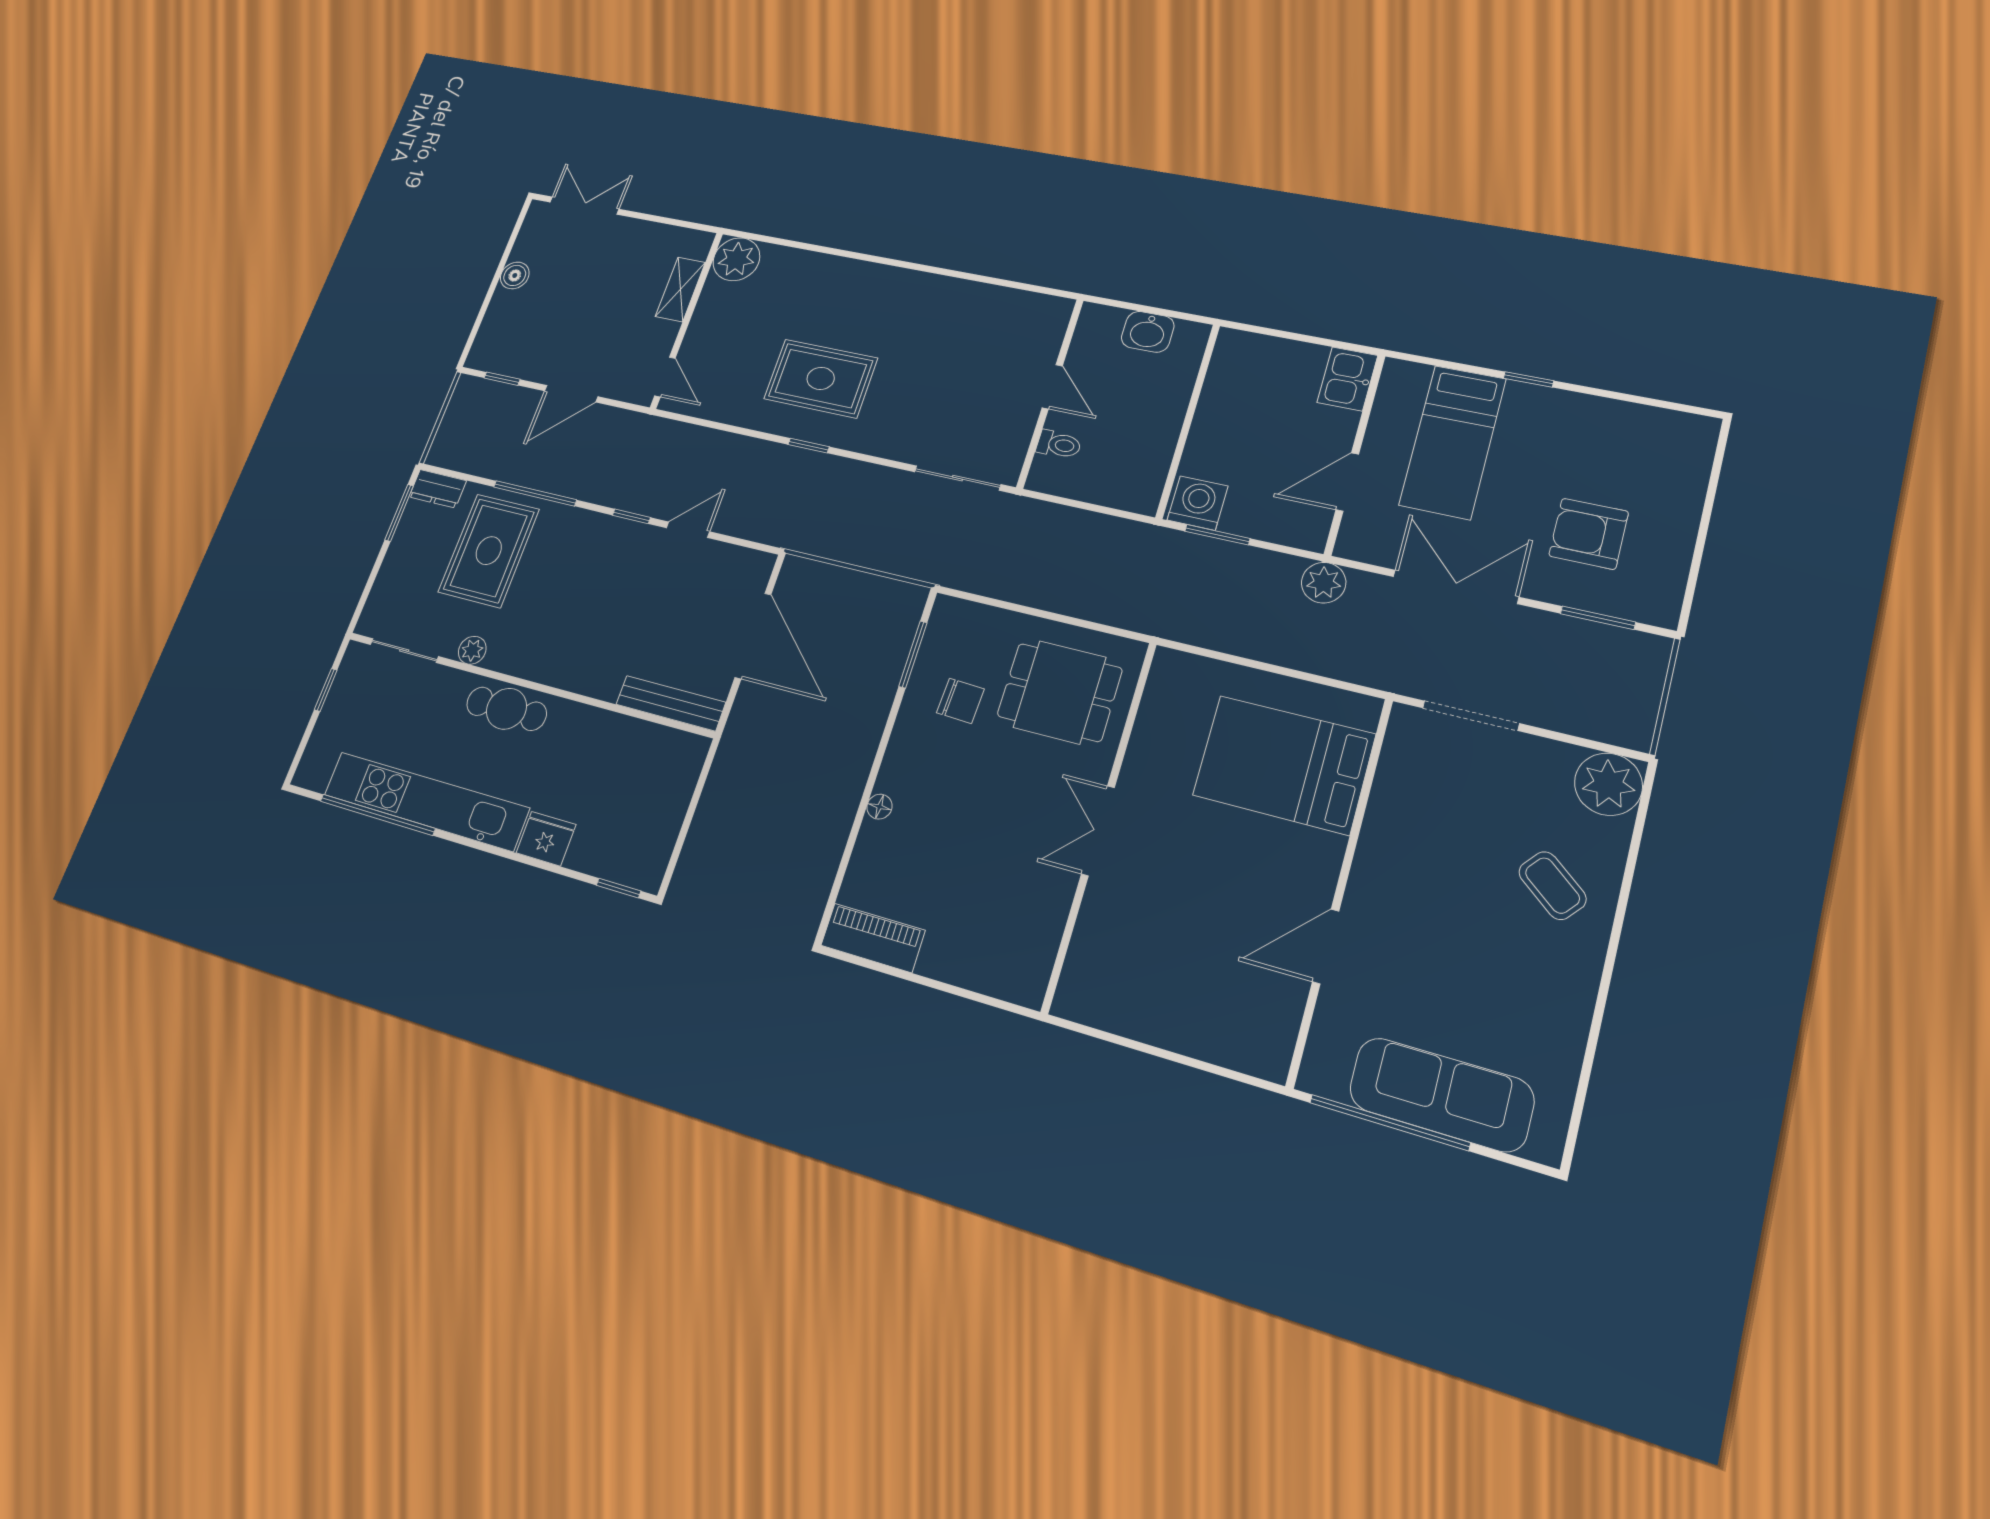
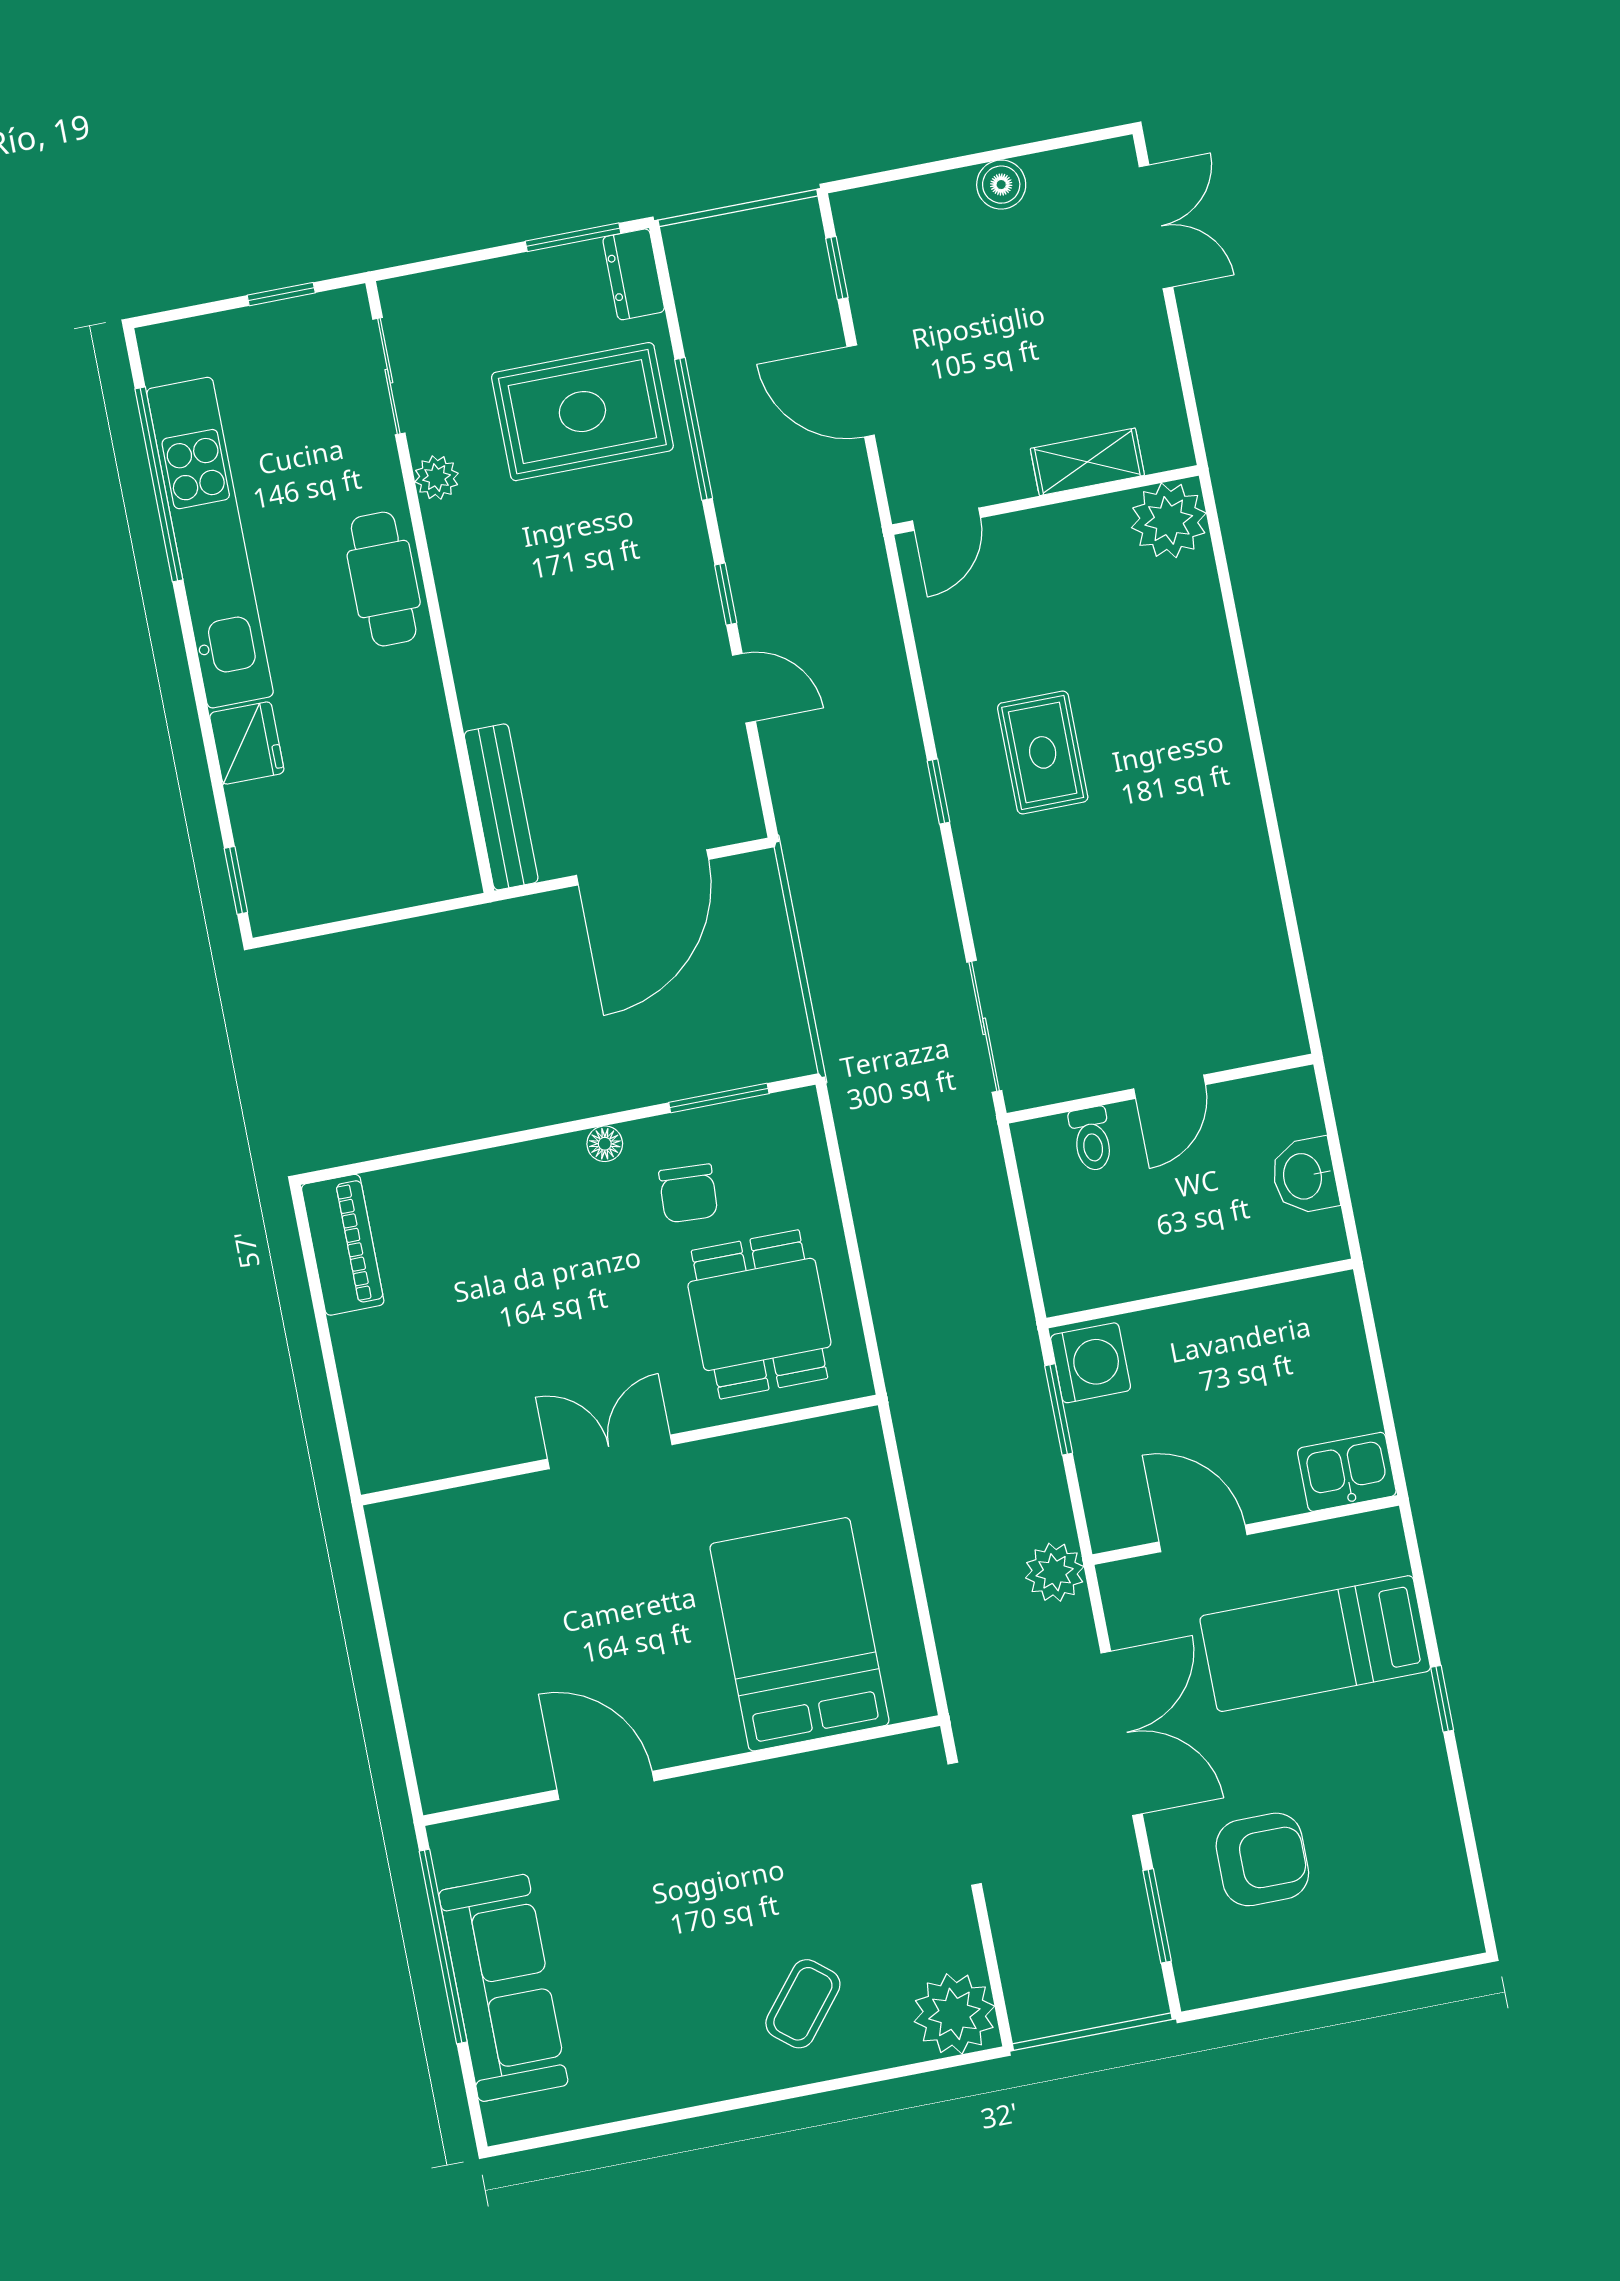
rug: (821, 378) -> (1043, 752), width x0.73, depth x0.70
armchair: (1589, 534) -> (1262, 1859), turned 90
floor lamp: (879, 807) -> (605, 1144), moved

